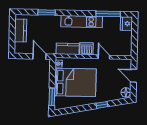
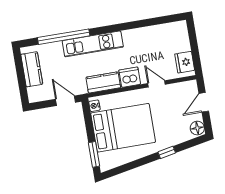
window: (47, 12) -> (64, 37), width x2.11
window: (108, 14) -> (151, 22), removed
kitchen unit: (82, 22) -> (93, 44), moved
fridge: (126, 24) -> (185, 62), moved
door: (134, 76) -> (204, 102), hinge flipped

